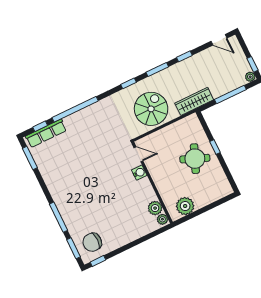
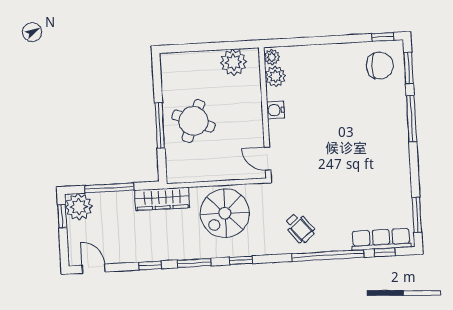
plant: (250, 77) -> (79, 207), width x1.88, depth x1.88
wheelchair: (100, 119) -> (300, 228), added
window: (215, 147) -> (160, 125), width x2.17
water cooler: (139, 173) -> (276, 110), moved

